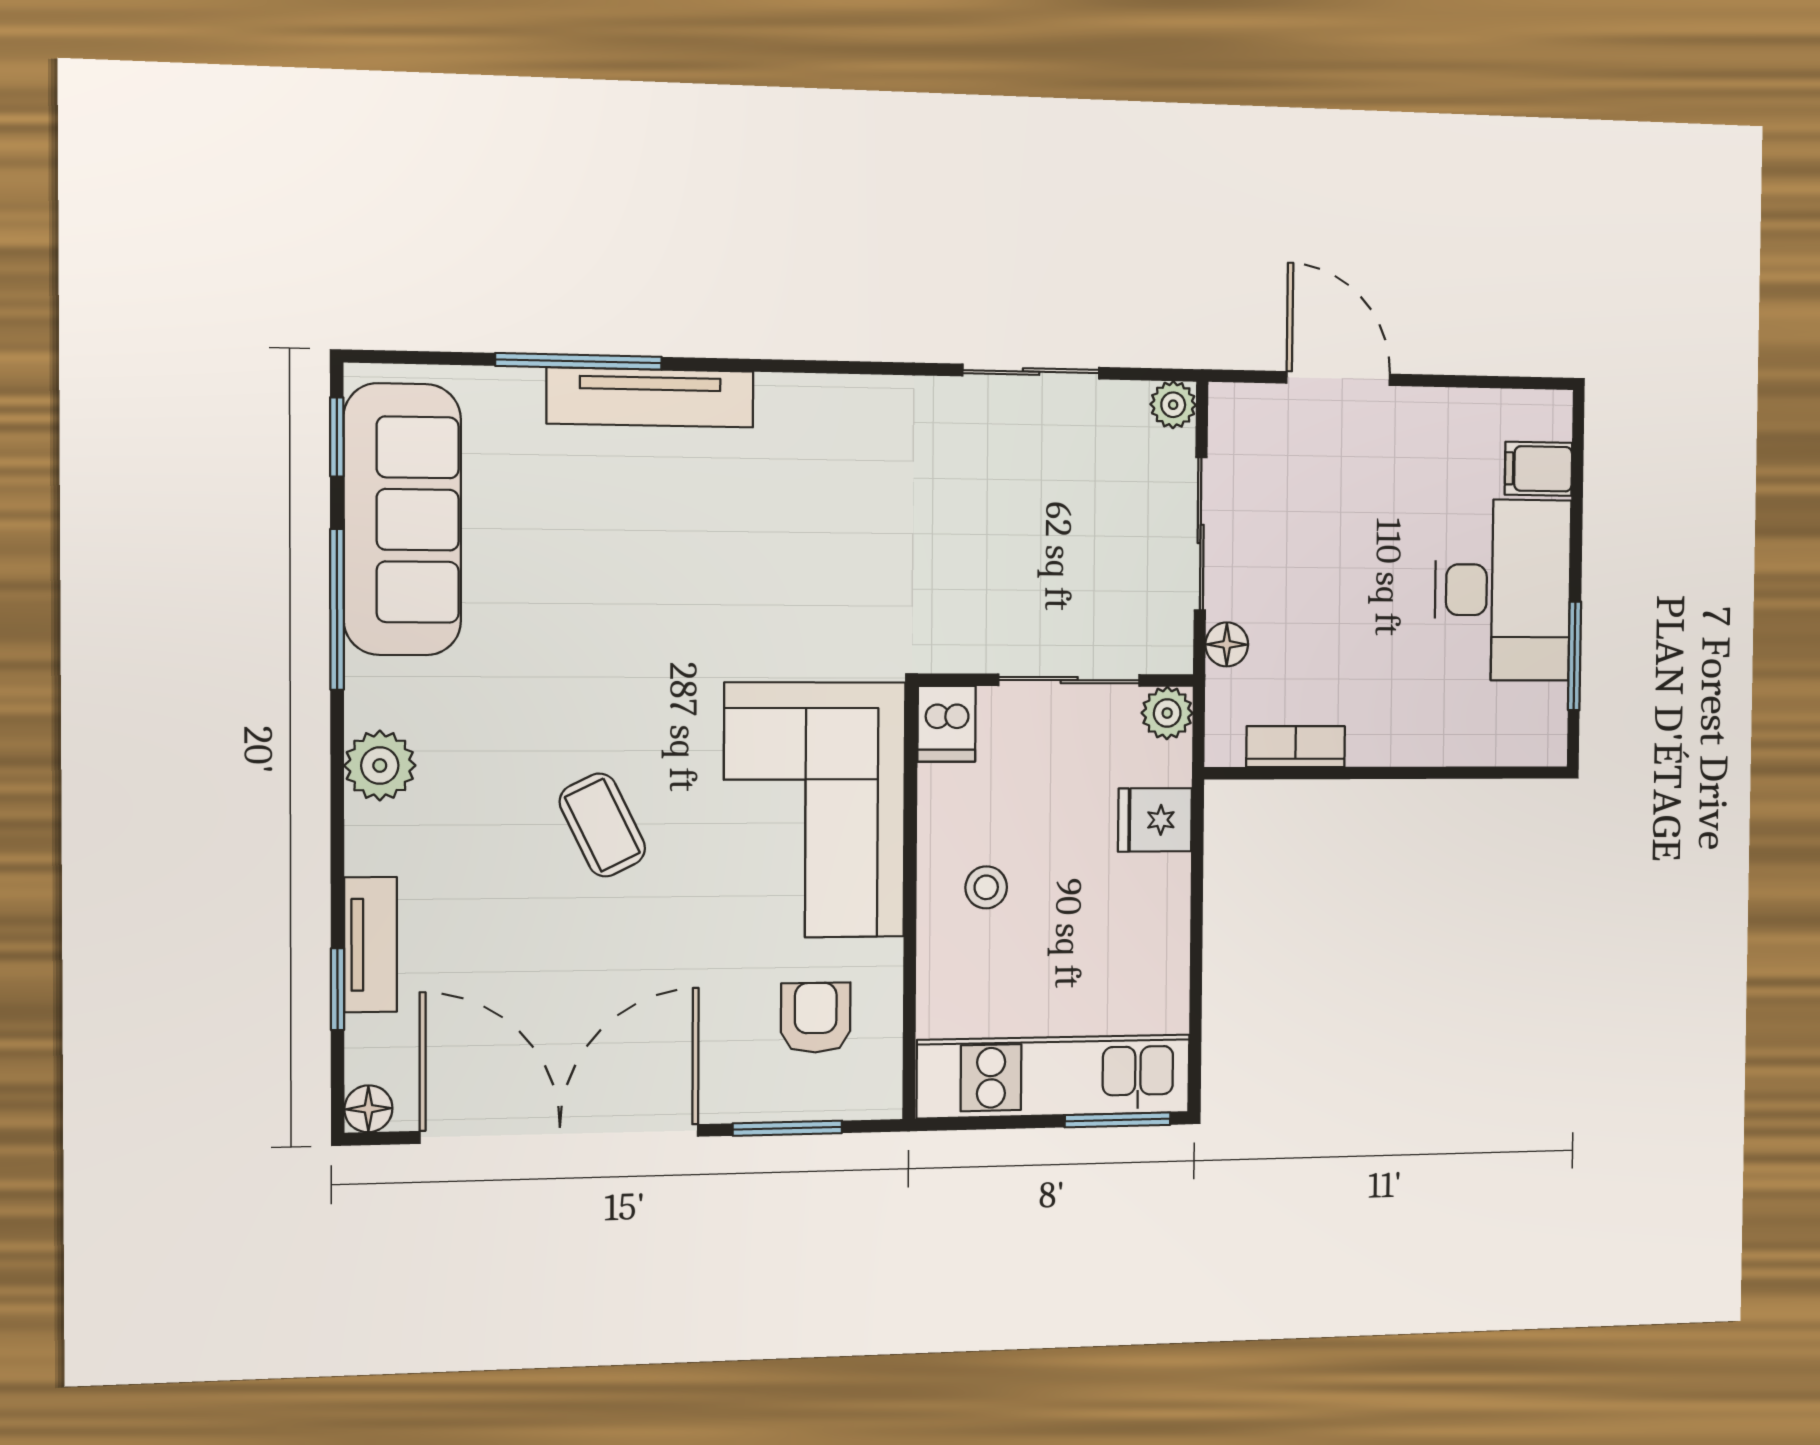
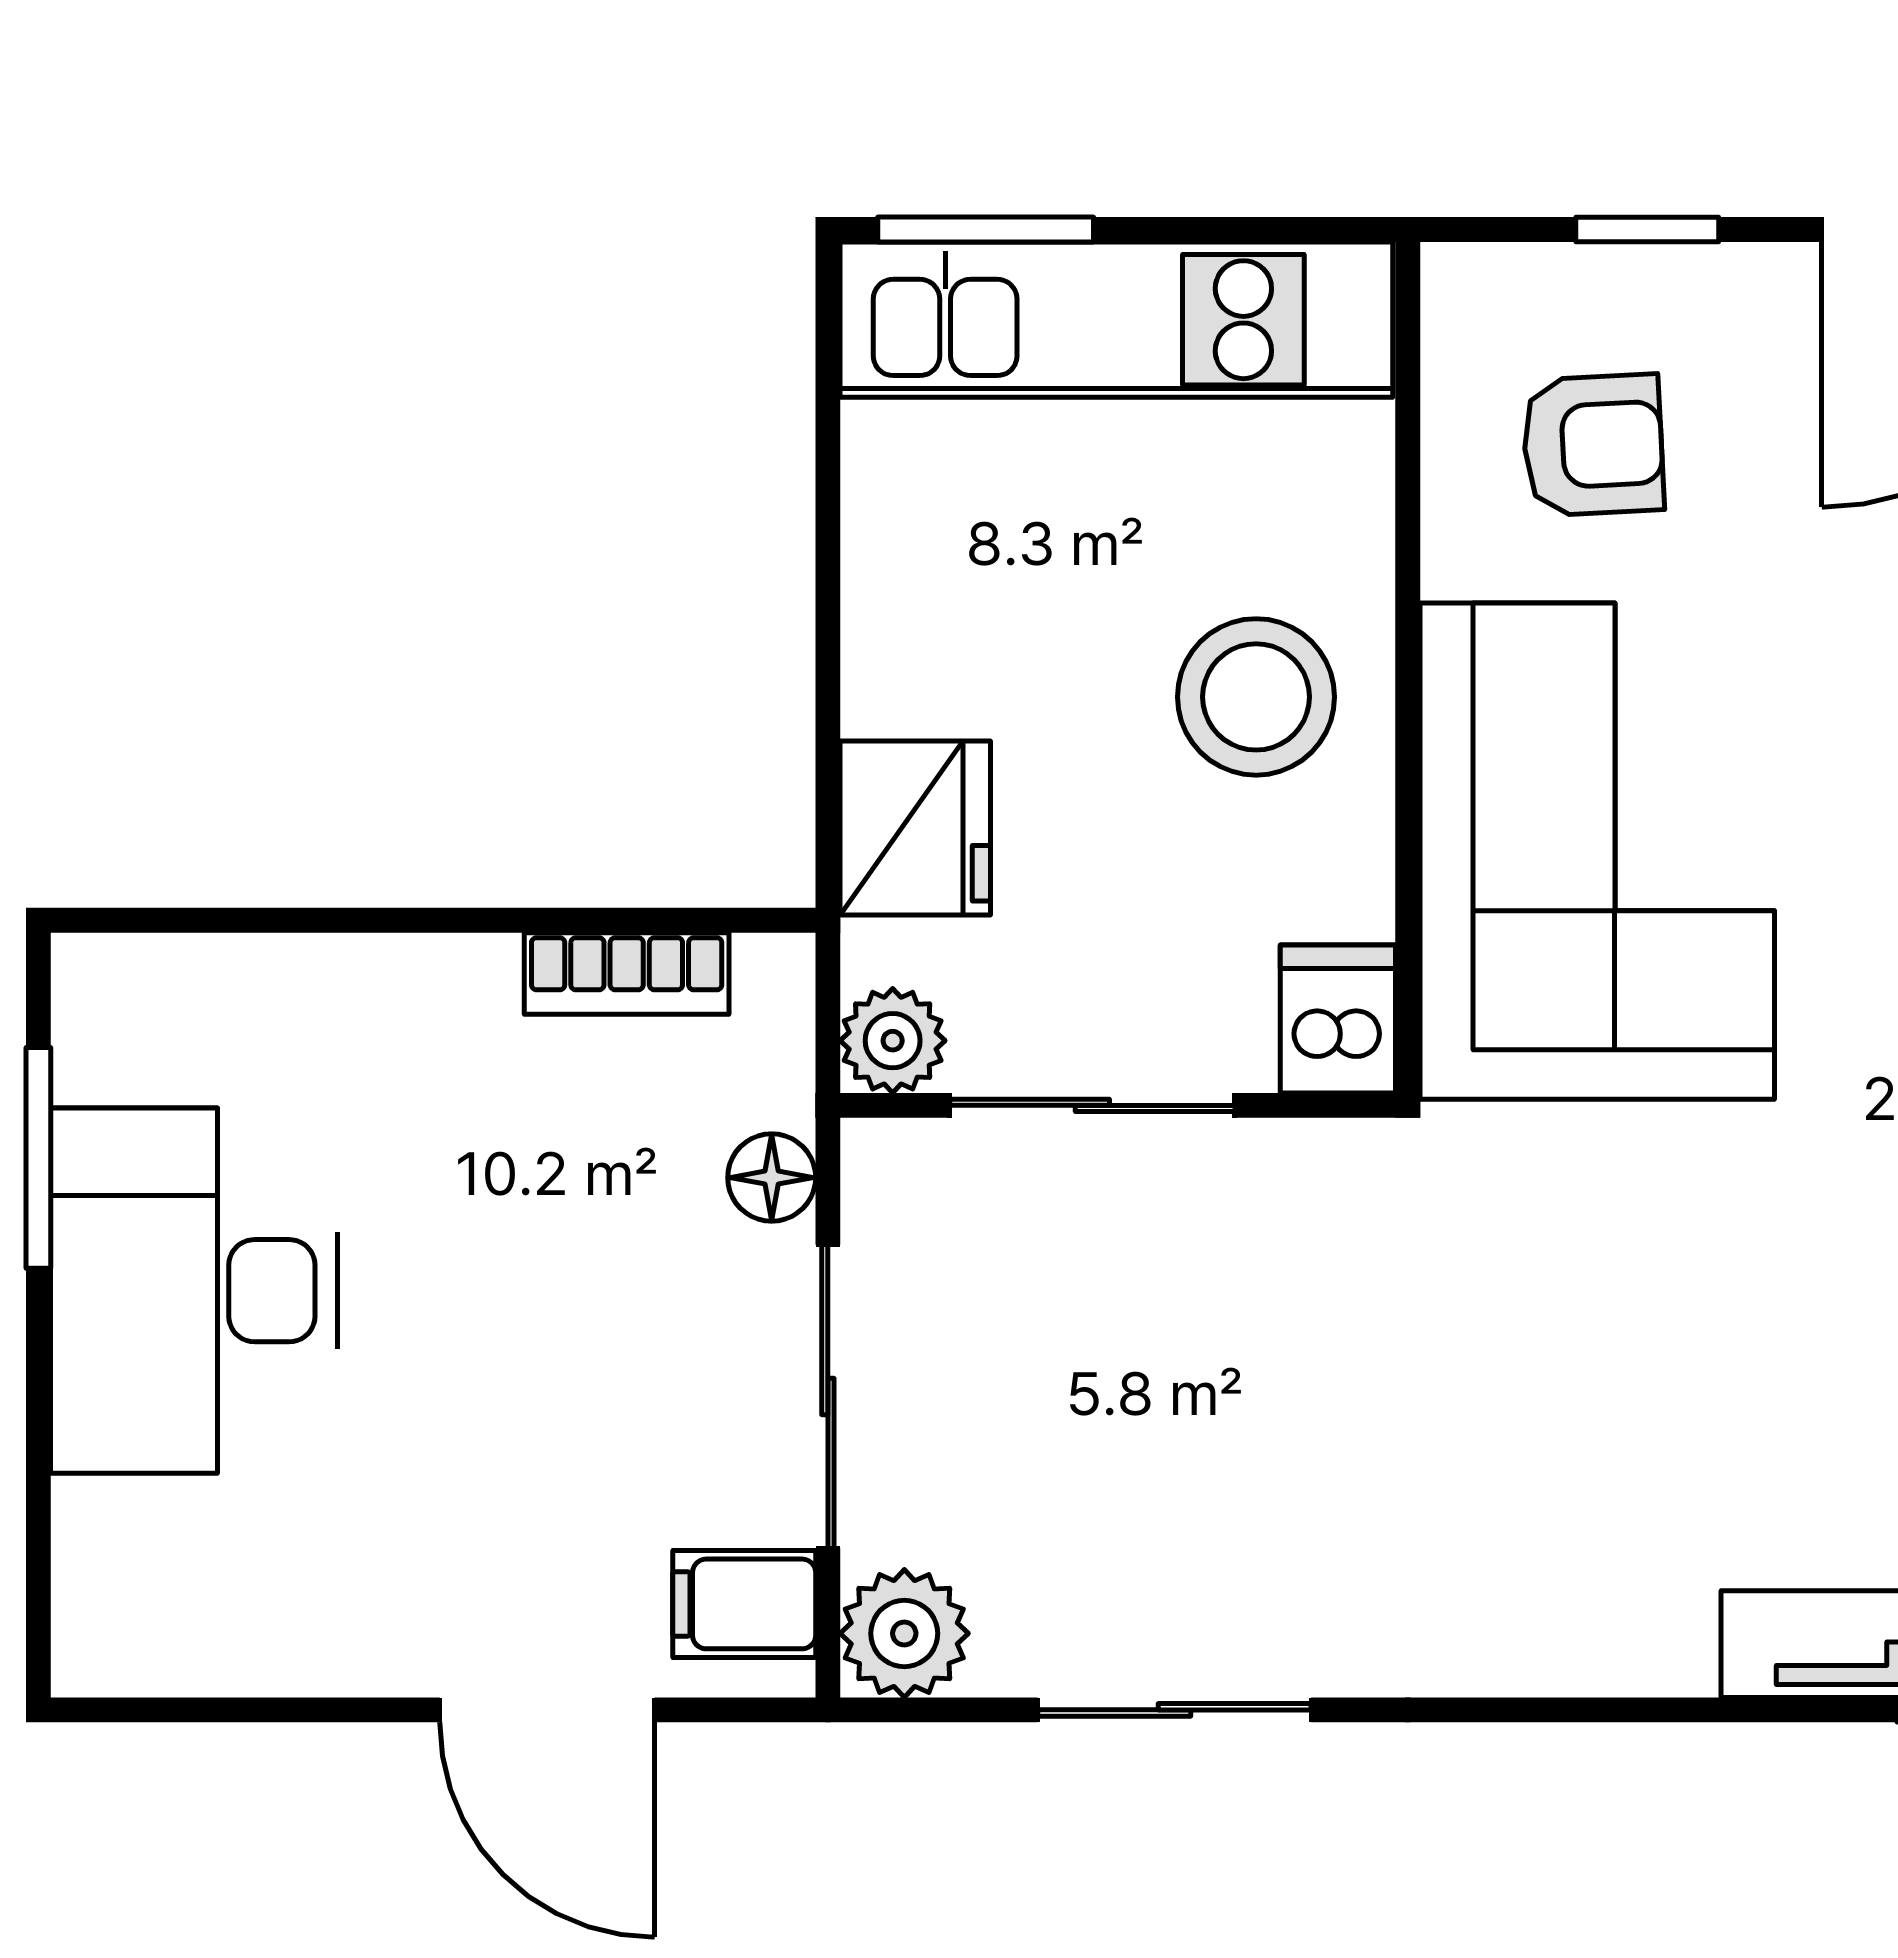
plant: (1173, 405) -> (904, 1633), width x1.38, depth x1.38
filing cabinet: (1538, 469) -> (744, 1604), moved, turned 180
fridge: (1155, 820) -> (915, 828), width x1.38
stool: (986, 887) -> (1256, 697), width x1.89, depth x1.89
armchair: (816, 1018) -> (1593, 445), turned -93
window: (787, 1128) -> (1647, 229), width x0.67

